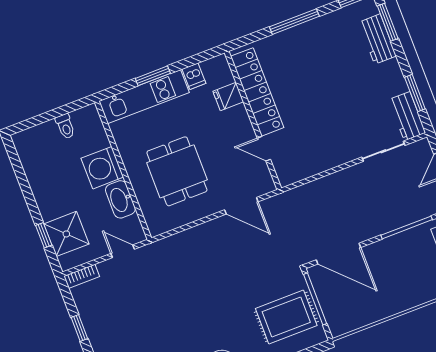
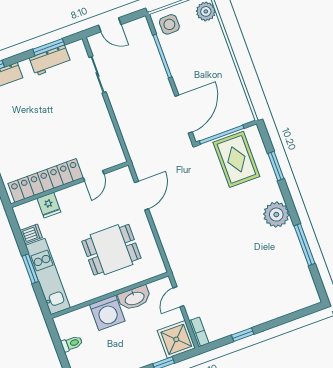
workbench: (407, 116) -> (50, 60), moved
shower: (66, 234) -> (176, 339), moved

